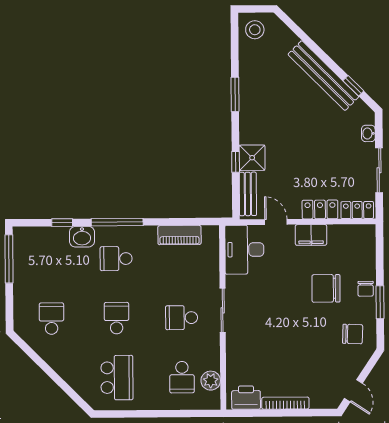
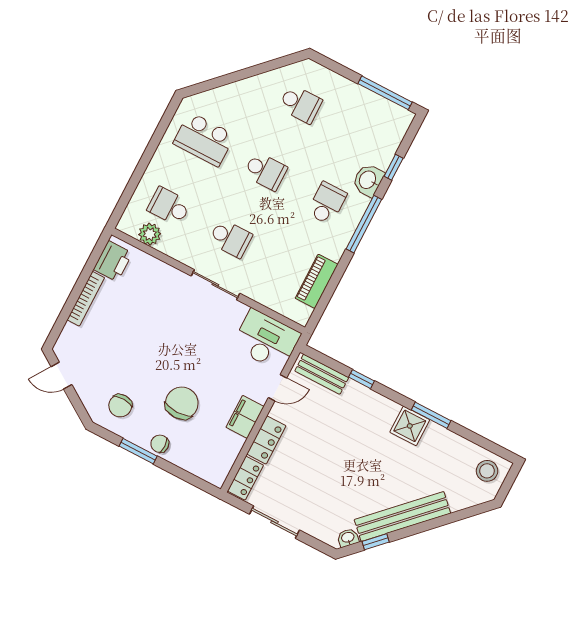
washbasin: (368, 133) -> (348, 538), moved, turned -45
shower: (252, 158) -> (410, 426), moved
school desk: (182, 318) -> (230, 238), turned 90

